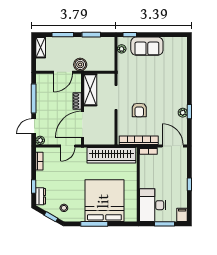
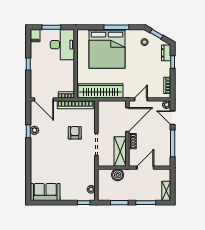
sofa: (147, 46) -> (45, 192), moved
boiler: (80, 65) -> (118, 175), moved
door: (34, 126) -> (173, 118), swing flipped

